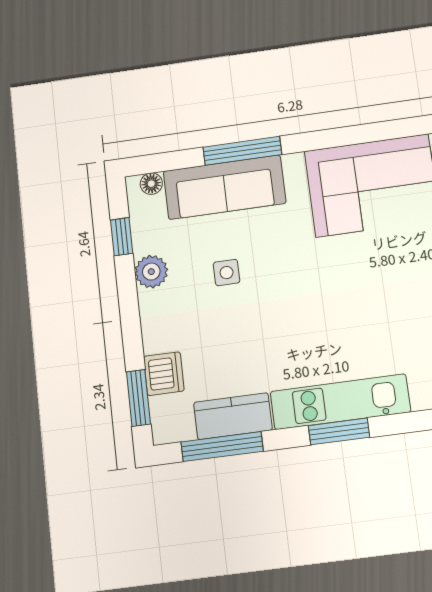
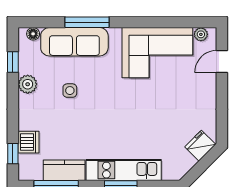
window: (138, 398) -> (13, 154), width x0.67

